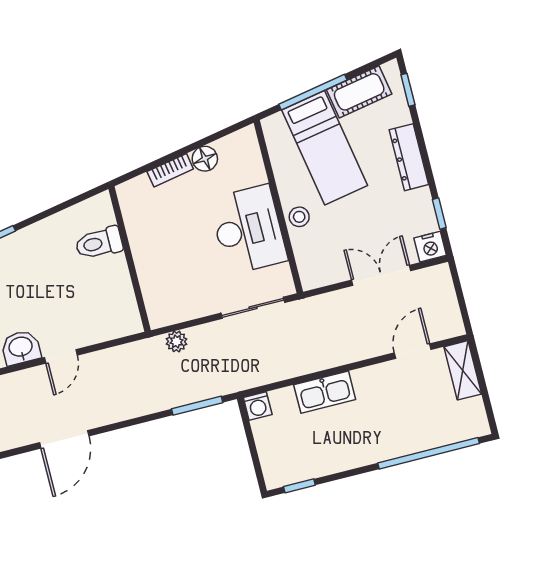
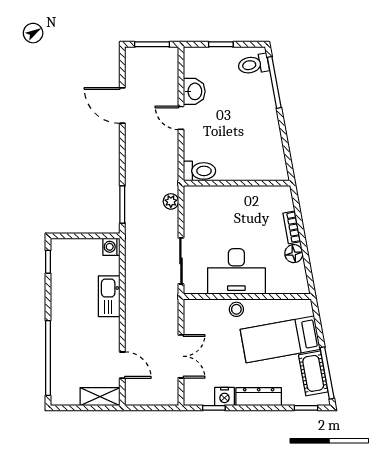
window: (313, 92) -> (327, 373), moved
toilet: (99, 243) -> (199, 171), moved, turned 90
nightstand: (430, 247) -> (224, 396), moved, turned -90

